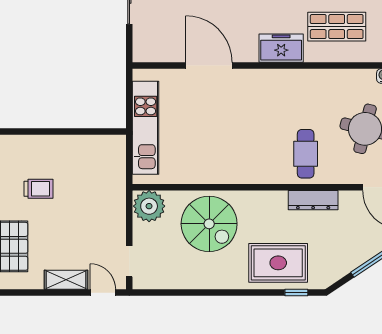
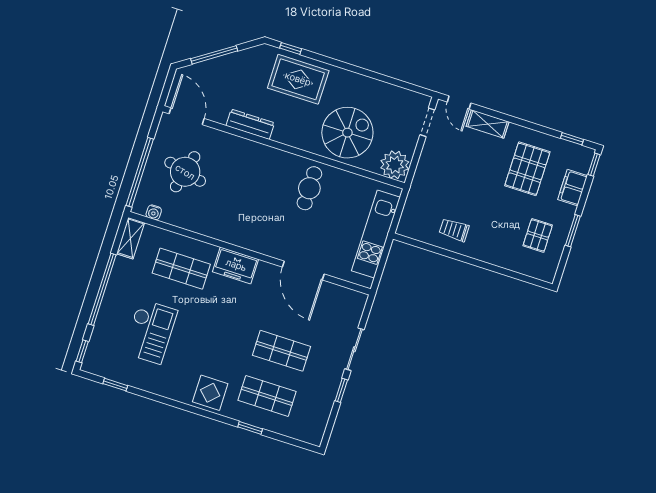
cafe table: (306, 154) -> (309, 188), moved
trolley: (38, 189) -> (454, 230), moved
spiral stairs: (209, 224) -> (347, 133), turned 90

